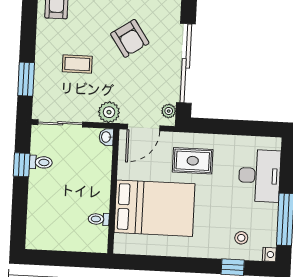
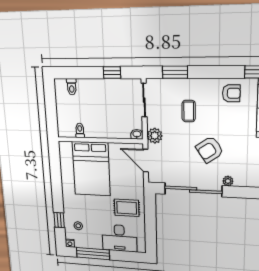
plant: (169, 111) -> (228, 181), moved
rug: (193, 161) -> (127, 208), moved, turned 90
toilet: (41, 162) -> (72, 87), moved

